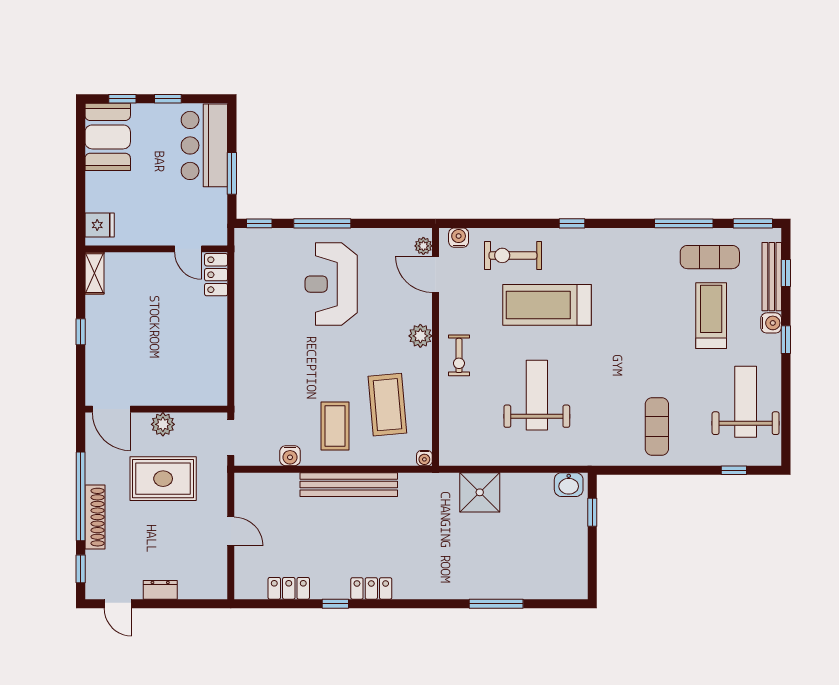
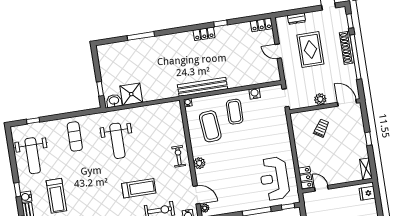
reception desk: (331, 284) -> (274, 179), moved, turned 180
treadmill: (547, 305) -> (139, 188), width x0.73, depth x0.73
trolley: (170, 367) -> (321, 128), added
weight bench: (537, 395) -> (117, 141), moved
rug: (163, 479) -> (310, 50), moved, turned 90
bench: (349, 485) -> (202, 87), moved
shower: (480, 492) -> (131, 94), moved
locker: (289, 588) -> (261, 25), moved
dresser: (160, 590) -> (296, 19), moved

